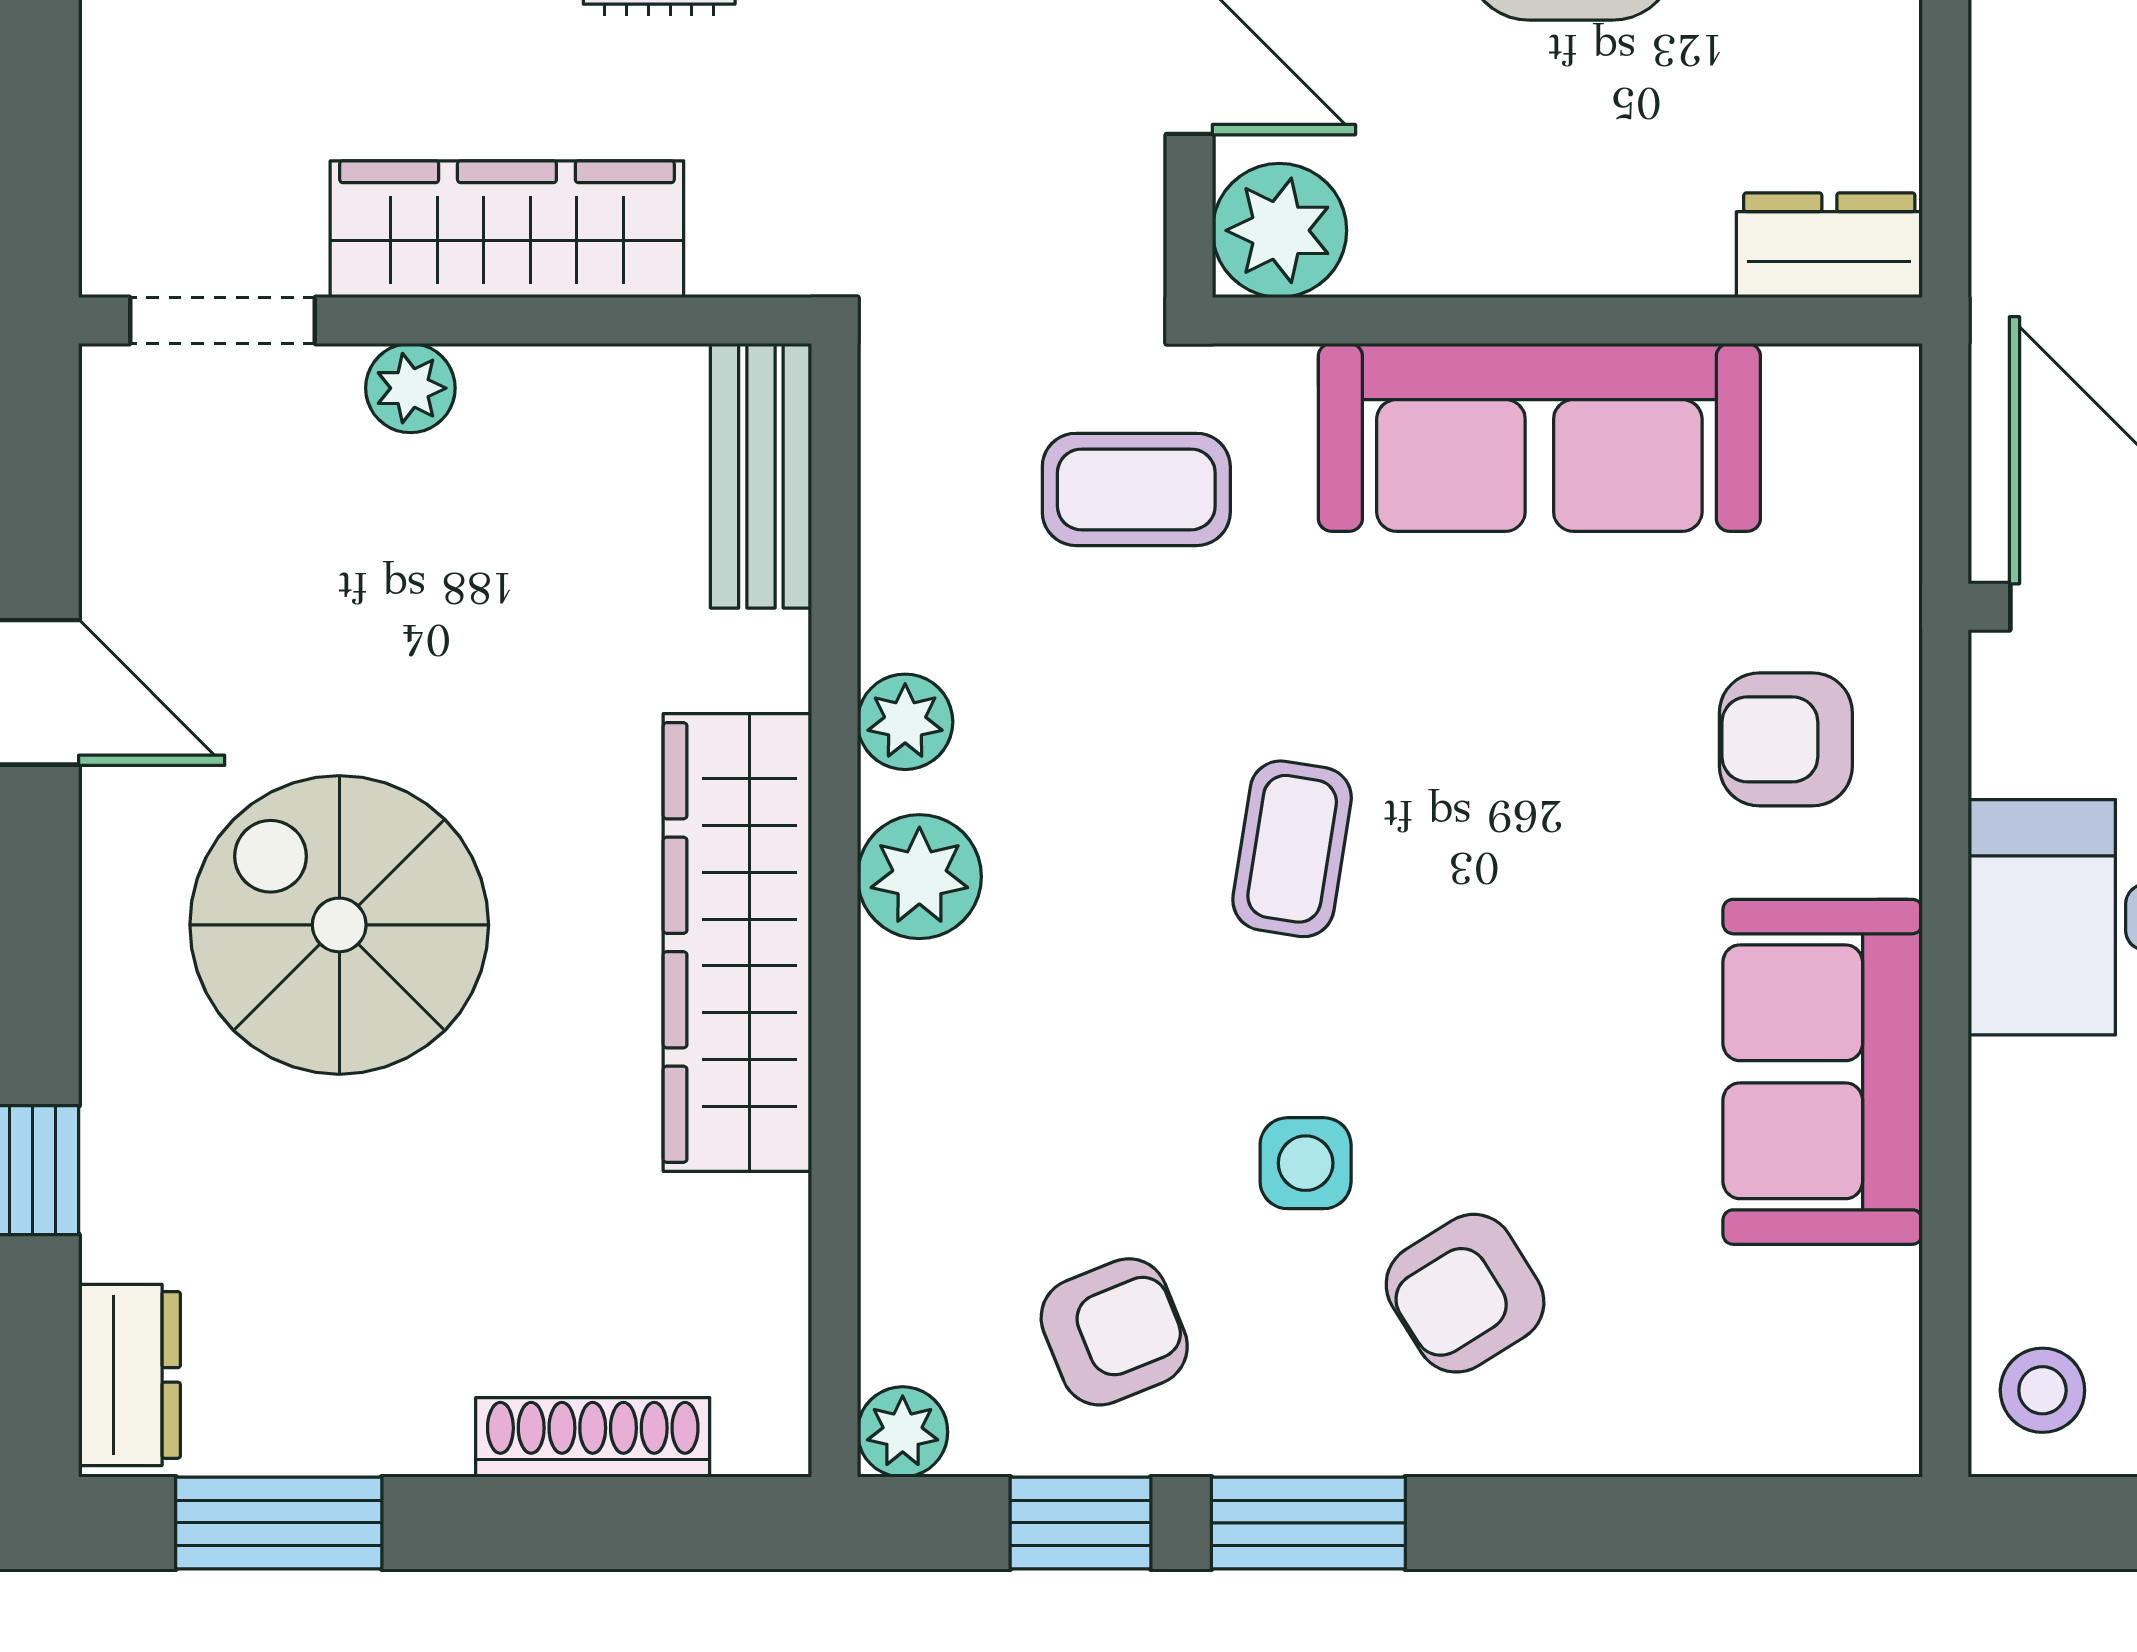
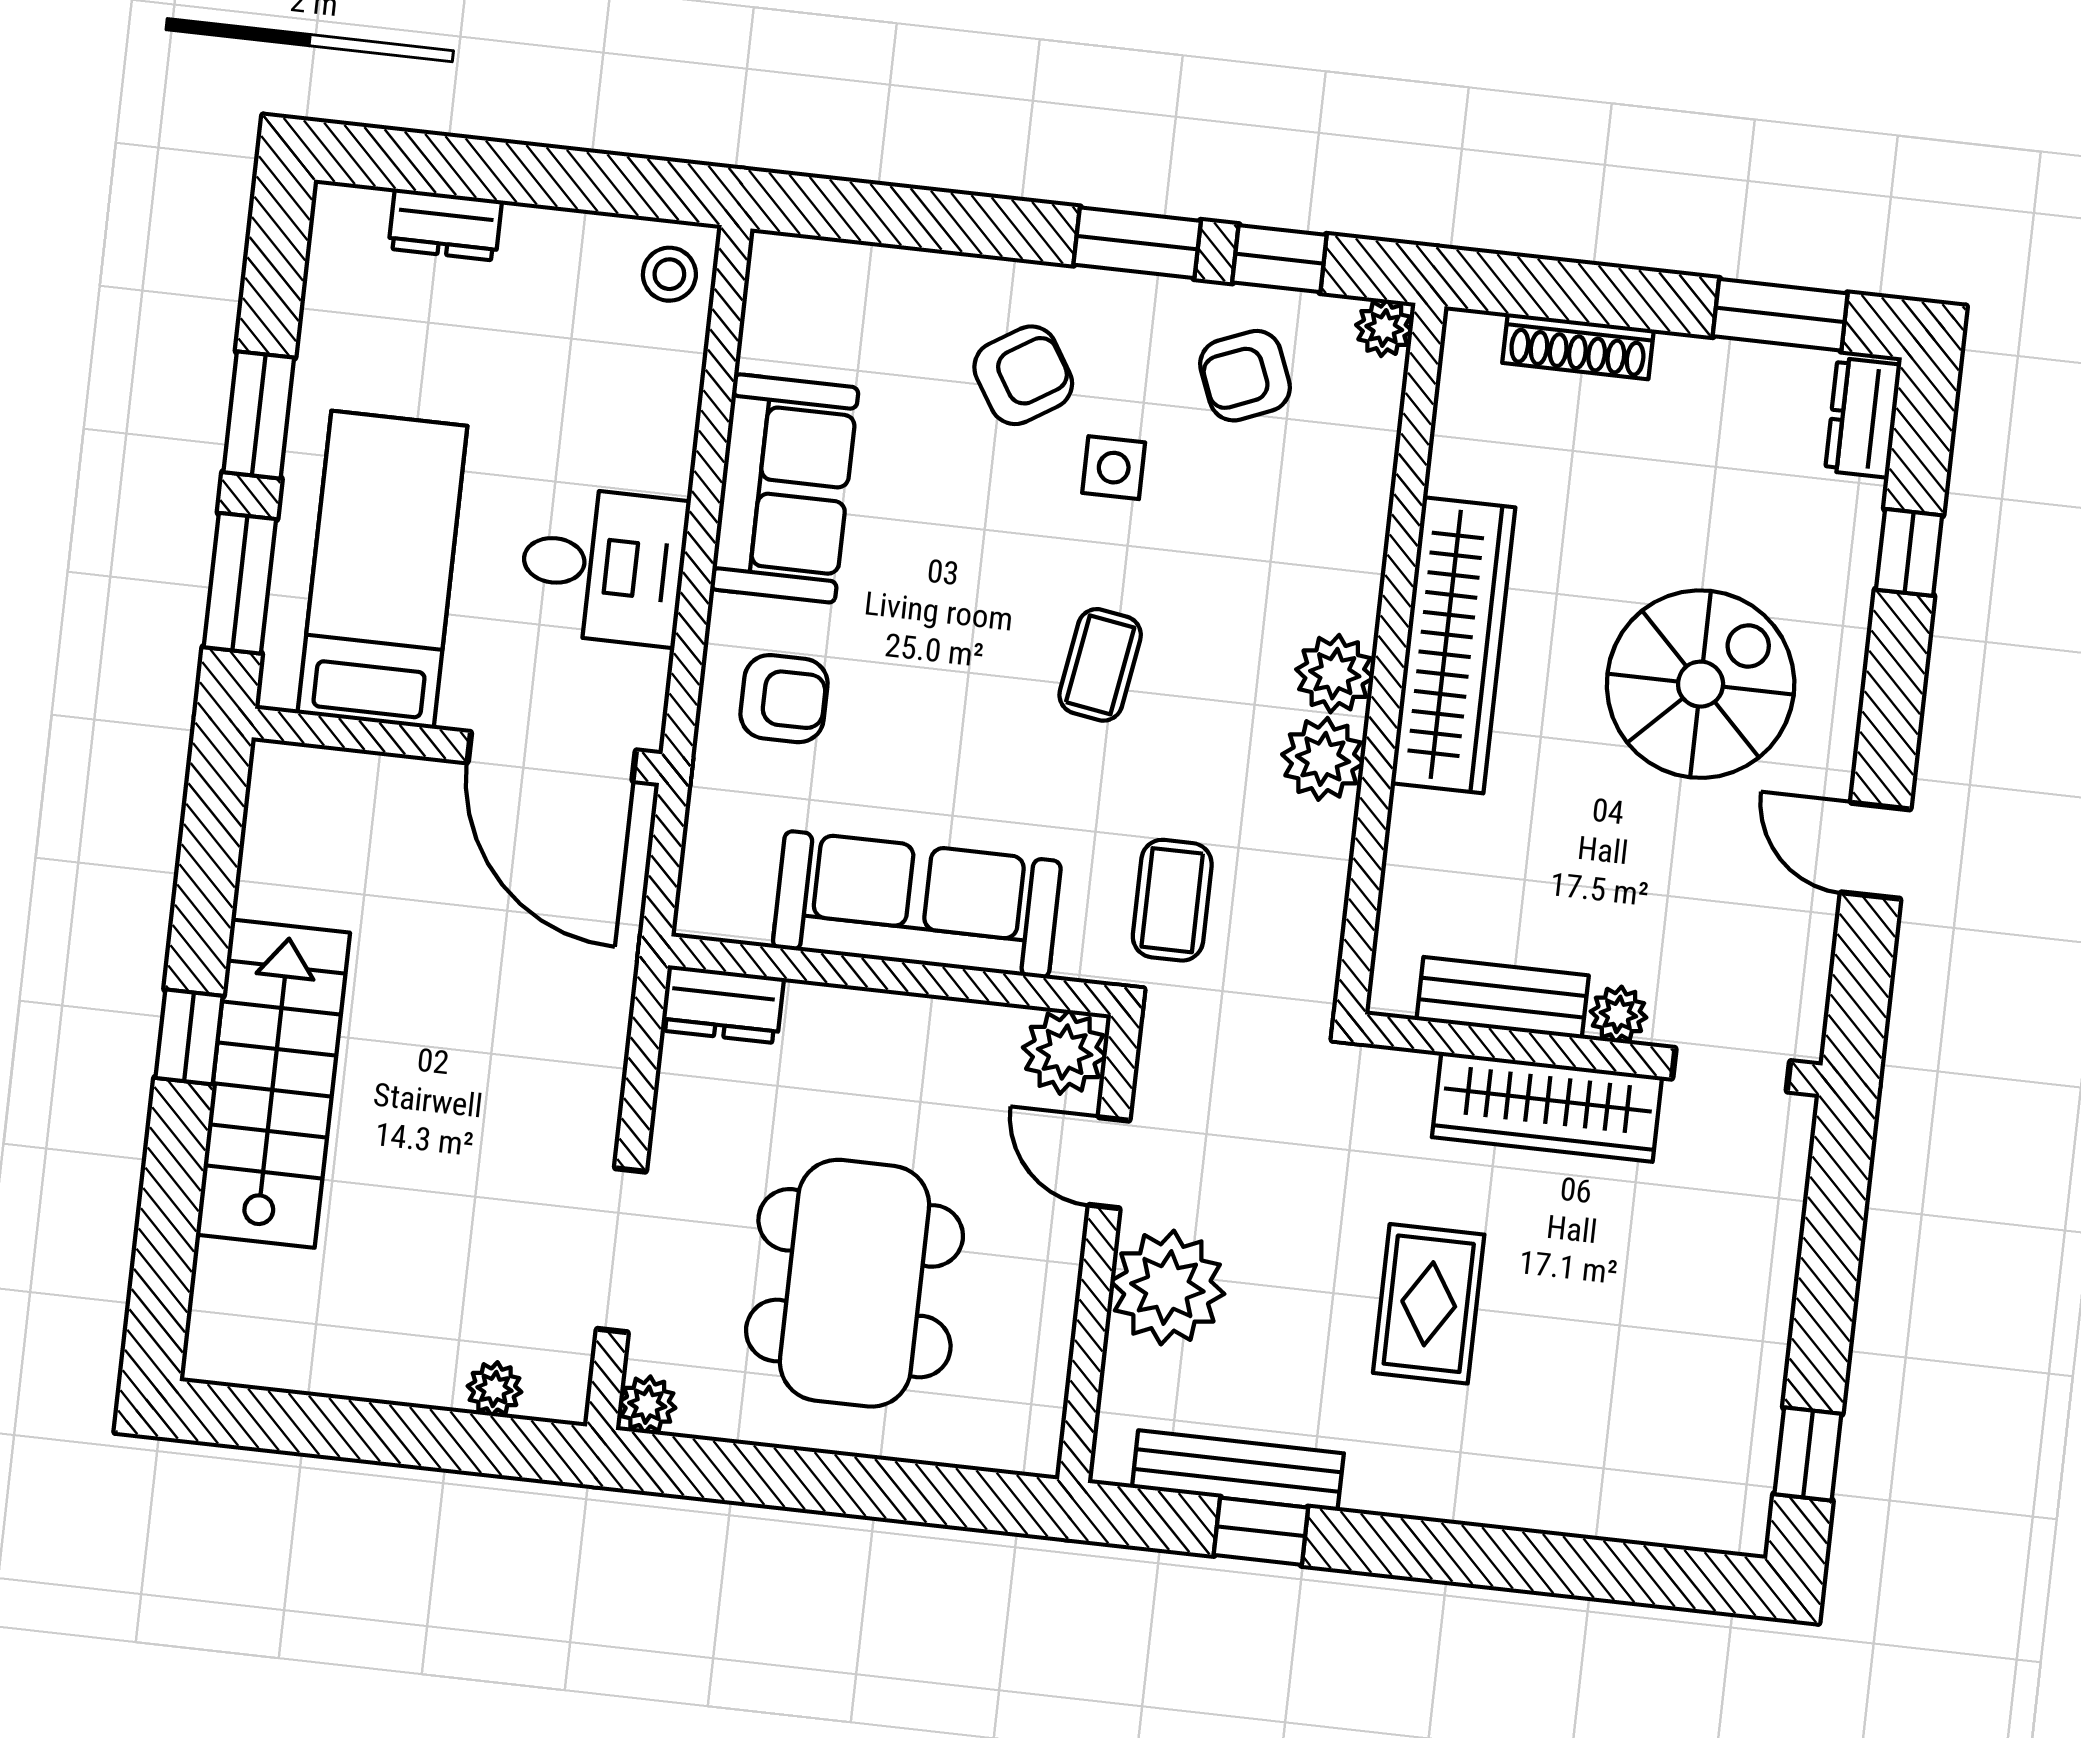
bench: (761, 476) -> (1503, 998), moved, turned 90
coffee table: (1136, 489) -> (1172, 900), turned 90
plant: (905, 722) -> (1323, 759), width x1.38, depth x1.38
spiral stairs: (339, 925) -> (1701, 684), turned -90

